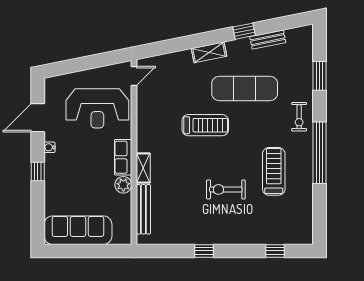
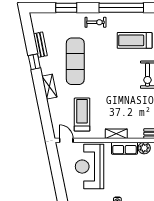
reception desk: (97, 108) -> (89, 167), turned 180
treadmill: (205, 125) -> (82, 115), moved
shelving: (143, 168) -> (116, 134), moved

